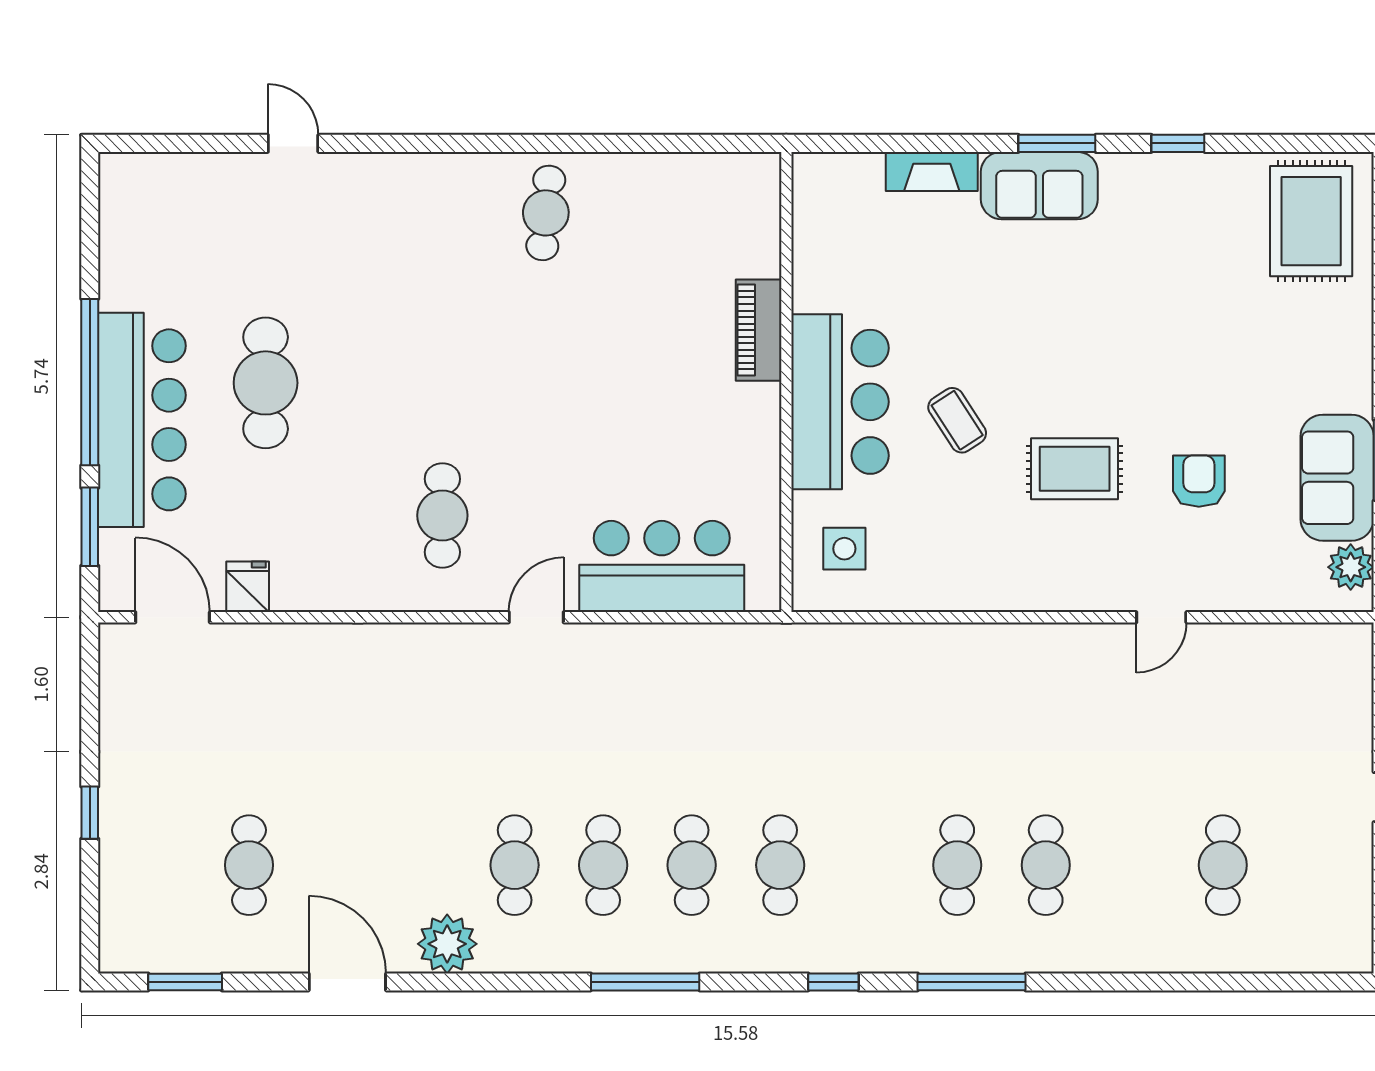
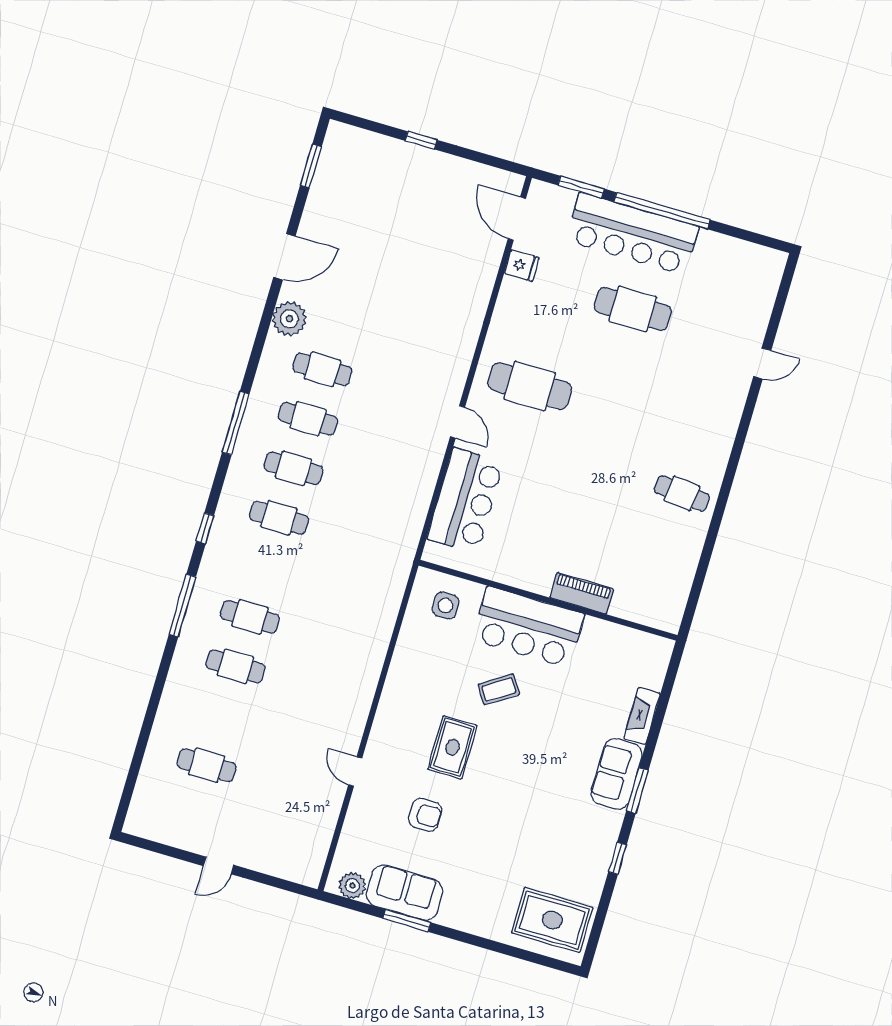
cafe table: (442, 515) -> (530, 386), width x1.37, depth x1.35
door: (173, 617) -> (517, 219), swing flipped
cafe table: (249, 865) -> (366, 221), removed

